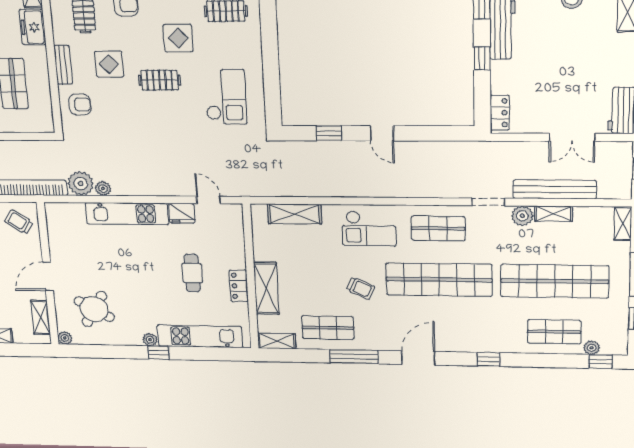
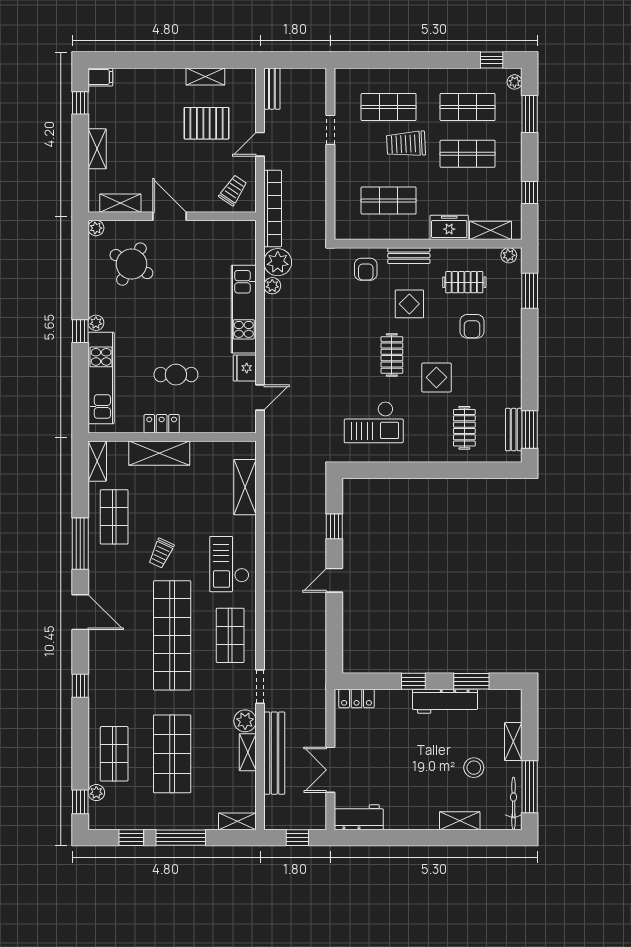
shop shelf: (555, 281) -> (172, 754), width x0.71

